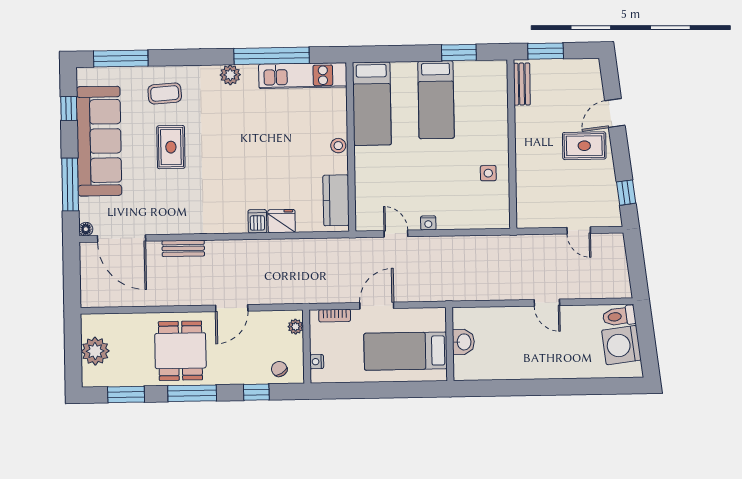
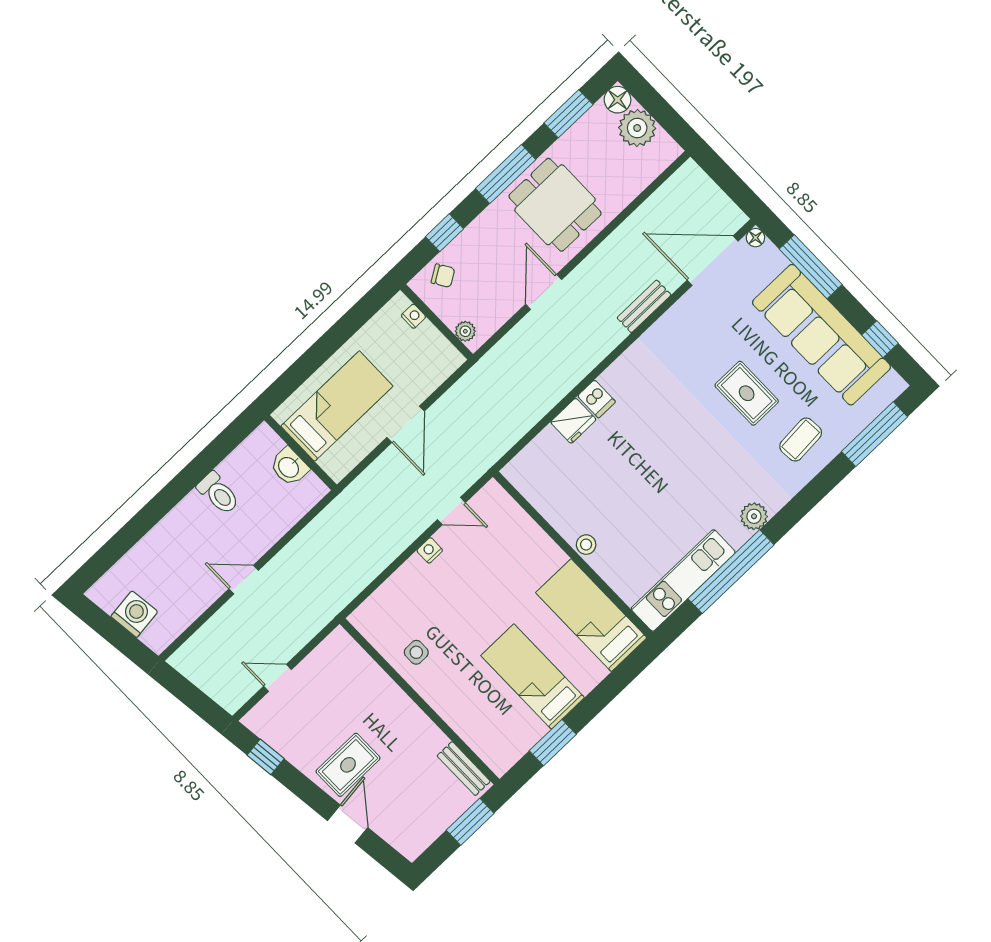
kitchen counter: (336, 200) -> (539, 490), removed
bookcase: (335, 316) -> (437, 377), removed
toilet: (619, 316) -> (218, 493), moved, turned 97
washing machine: (621, 345) -> (134, 614), width x0.73, depth x0.73
floor lamp: (92, 377) -> (617, 100), added

